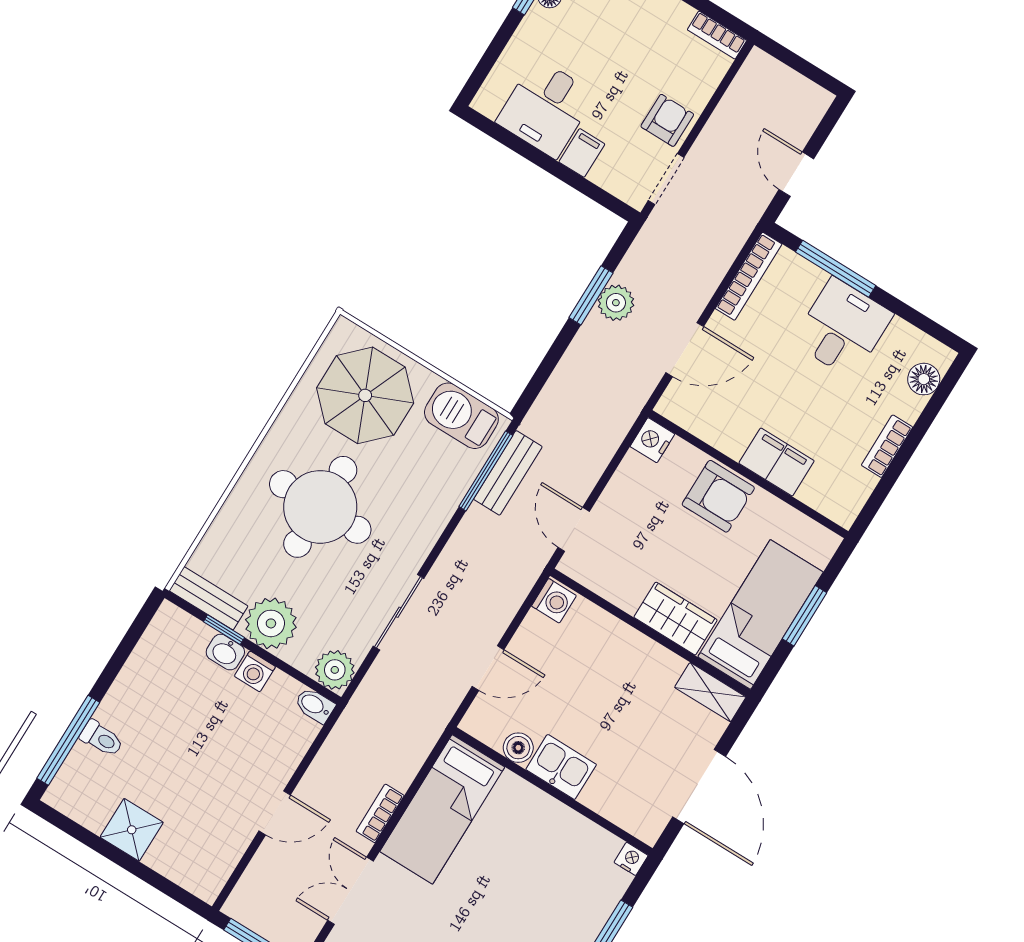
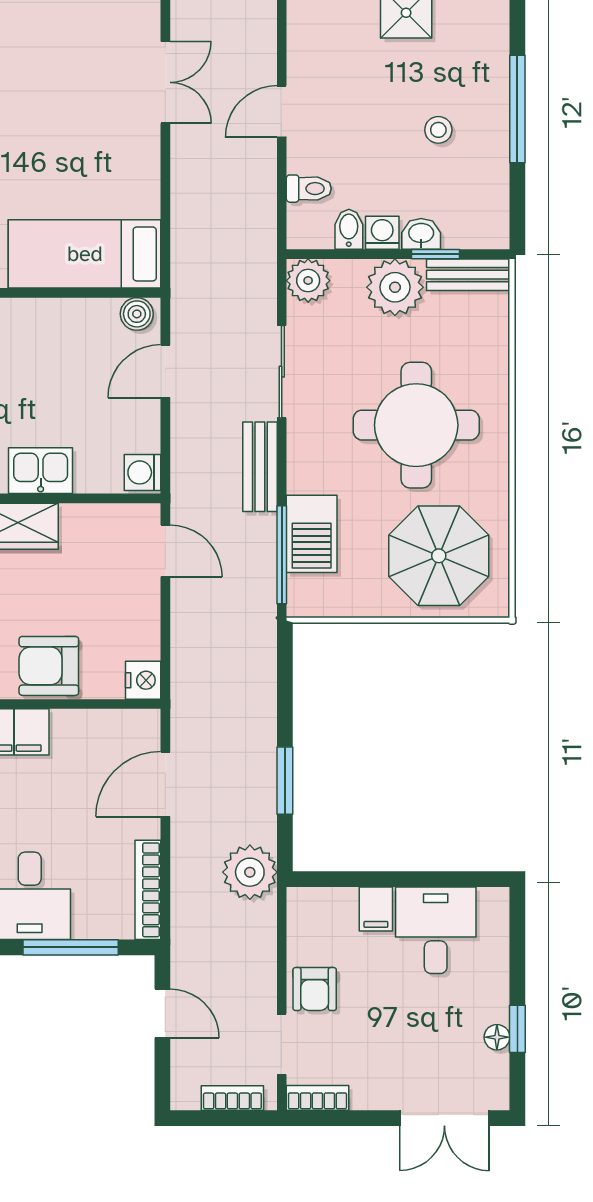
doorway: (666, 179) -> (282, 1044), moved
plant: (616, 303) -> (250, 872), moved, width x1.36, depth x1.36
barbecue: (461, 416) -> (312, 534), moved, turned 90
bench: (508, 473) -> (260, 467), moved
bidet: (315, 705) -> (349, 229), moved, turned -90
stool: (163, 724) -> (438, 130), added
toilet: (102, 739) -> (309, 189), moved, turned 180
window: (68, 740) -> (517, 109), moved
boiler: (518, 748) -> (137, 314), moved
kitchen sink: (561, 767) -> (41, 471), moved, turned 180
bed: (442, 809) -> (85, 254), moved, turned -90
bookcase: (380, 813) -> (232, 1098), moved, turned -90

